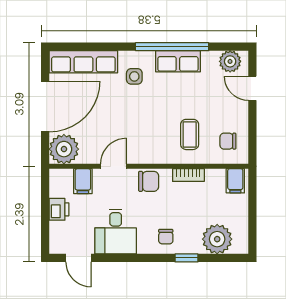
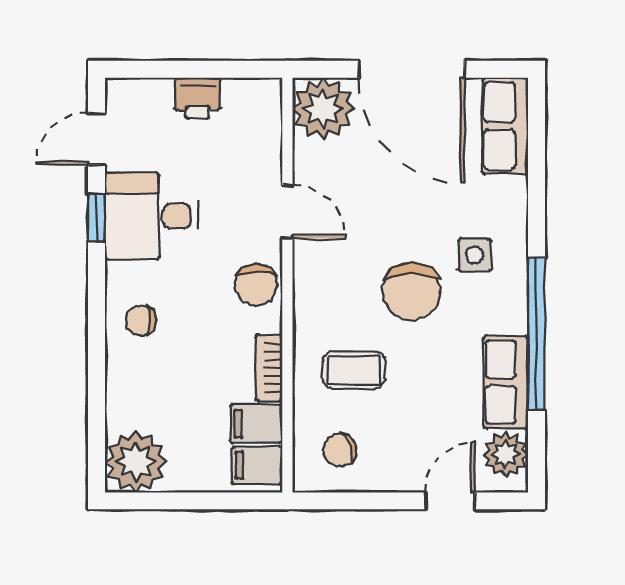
row of seats: (178, 61) -> (506, 382), moved
row of seats: (83, 62) -> (505, 126), width x0.68
chair: (152, 107) -> (412, 292), added
chair: (228, 141) -> (340, 450), turned -107
filing cabinet: (83, 181) -> (256, 424), moved
plant: (217, 239) -> (136, 462), moved
window: (186, 258) -> (96, 217), moved

